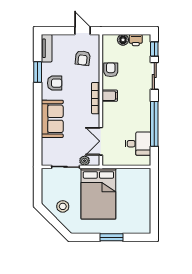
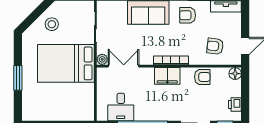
floor lamp: (123, 40) -> (235, 74), moved
armchair: (55, 83) -> (188, 15), turned 90
filing cabinet: (110, 96) -> (167, 76), width x2.00
plant: (85, 161) -> (102, 59), moved

